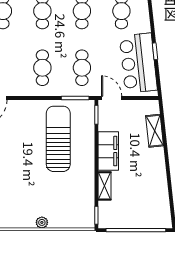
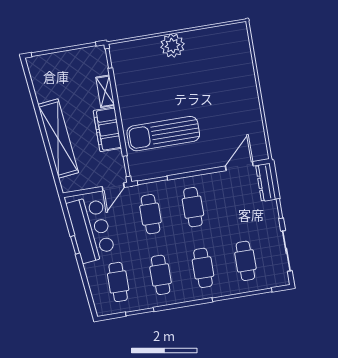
door: (112, 98) -> (113, 187), hinge flipped
shelving: (155, 131) -> (58, 138), width x2.20, depth x1.33
sun lounger: (58, 139) -> (163, 134), turned 90
plant: (42, 222) -> (172, 46), width x1.88, depth x1.88

